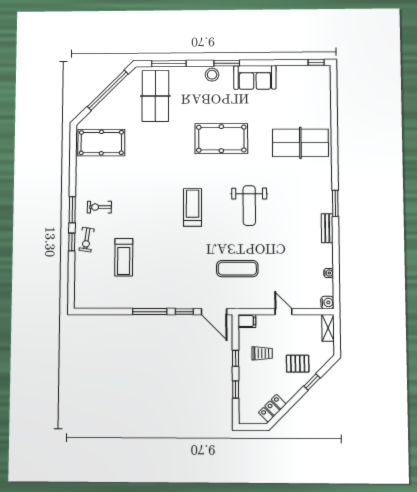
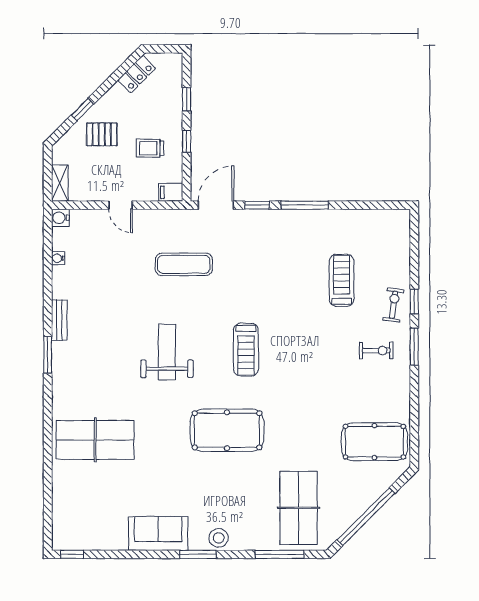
pool table: (221, 139) -> (227, 430), moved
door: (214, 312) -> (216, 205), hinge flipped

